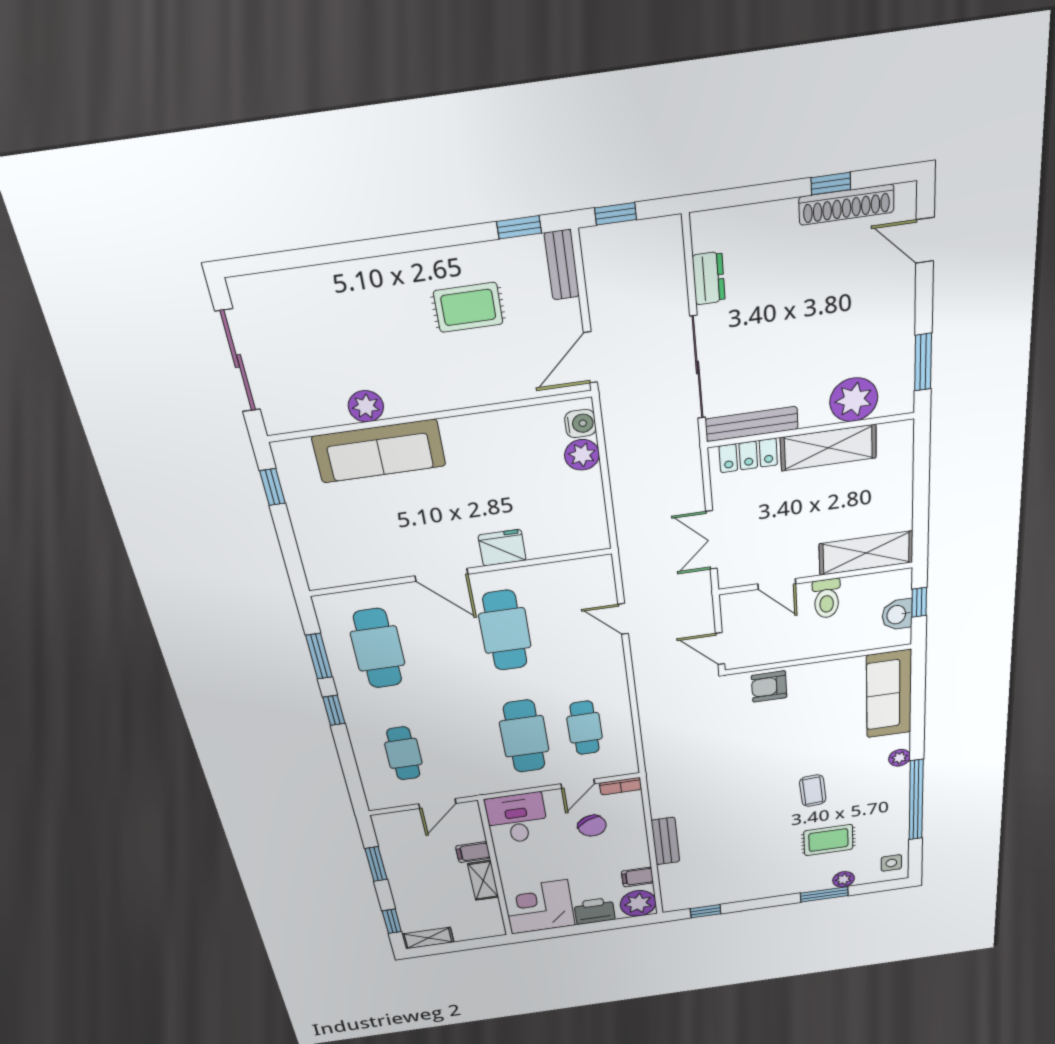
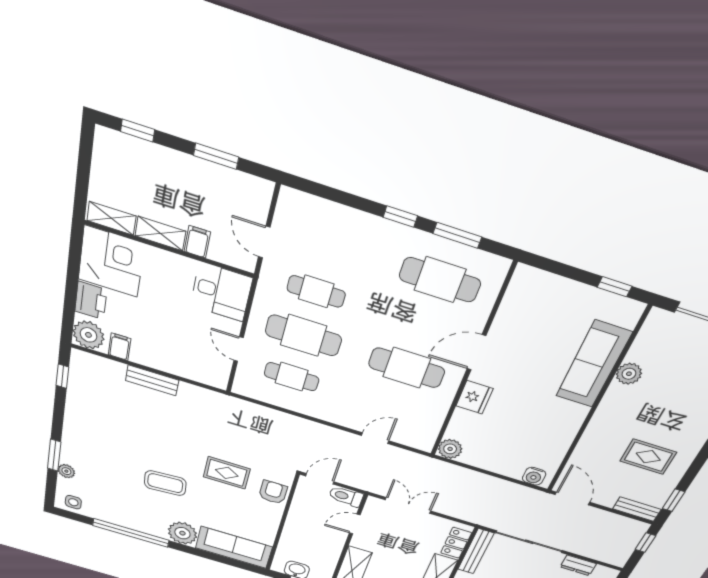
rug: (468, 307) -> (648, 457), turned 90
plant: (582, 455) -> (450, 449), moved
toilet: (826, 599) -> (346, 496), moved
cafe table: (403, 753) -> (316, 291), moved
plant: (899, 758) -> (182, 533), width x1.88, depth x1.88
bookcase: (621, 786) -> (223, 375), removed
coffee table: (813, 791) -> (165, 483), width x1.36, depth x1.30
chair: (592, 826) -> (190, 340), removed
rug: (828, 840) -> (227, 473), moved, turned 90
shelving: (428, 938) -> (111, 218), moved, turned 90

